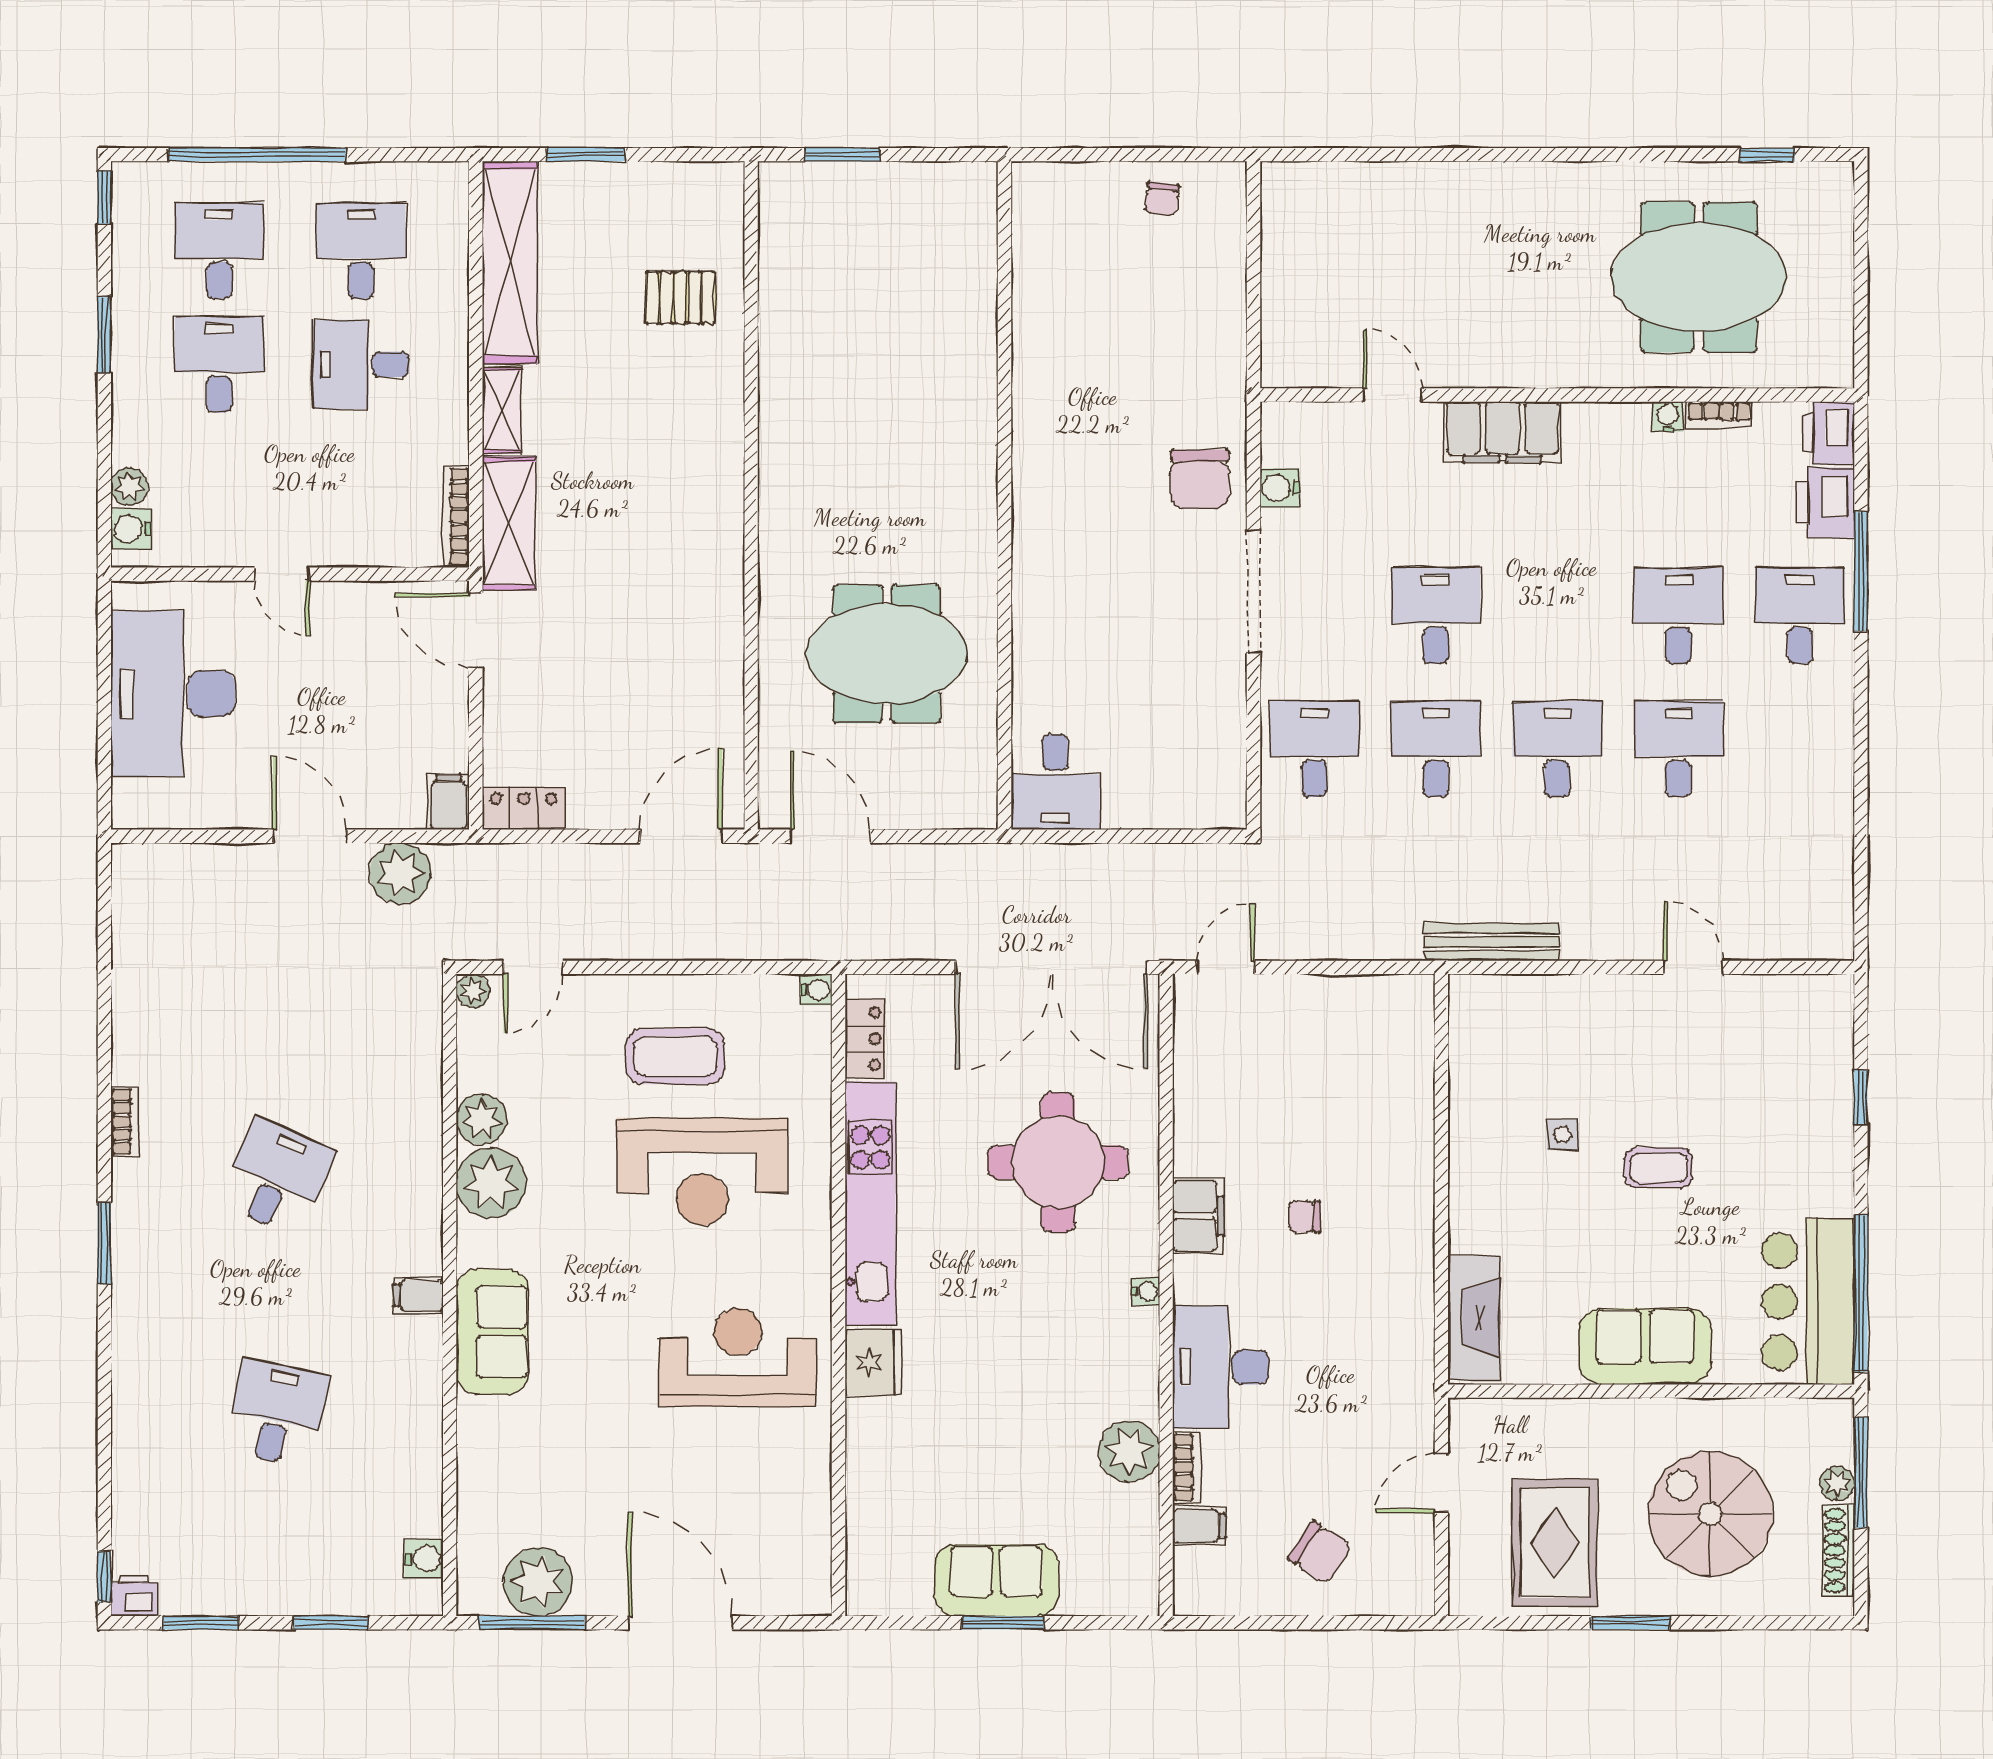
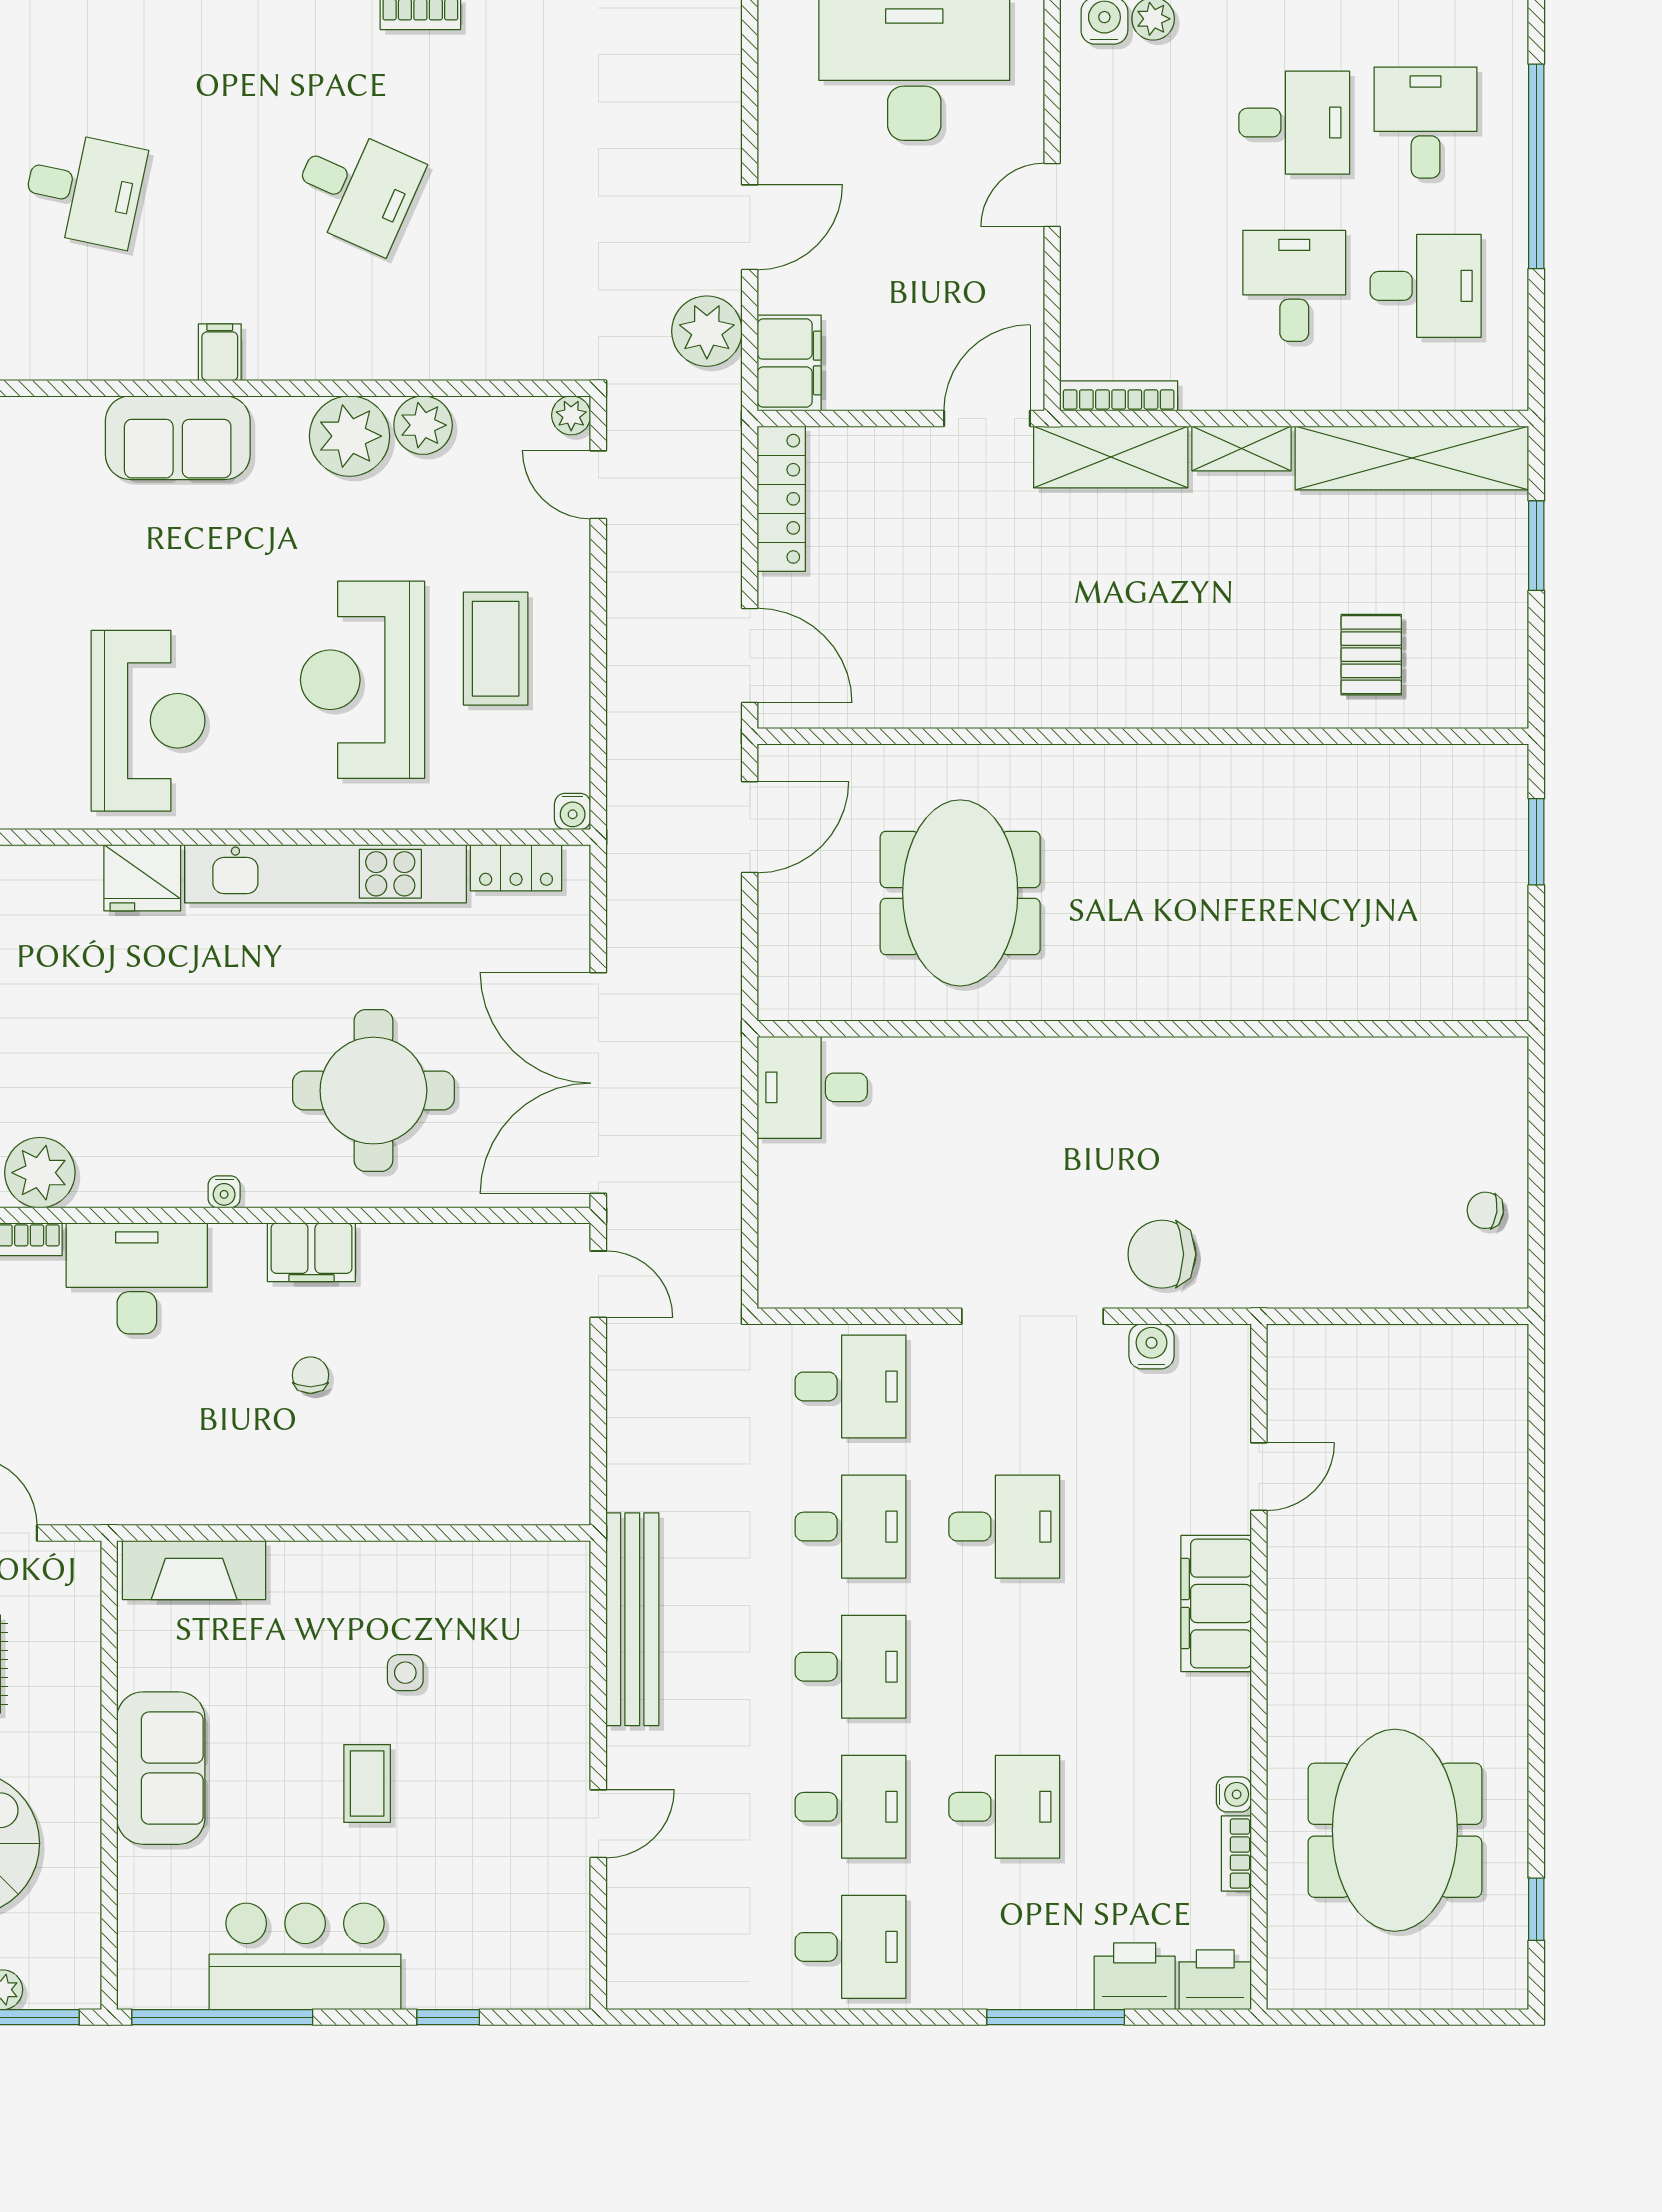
desk: (219, 251) -> (1426, 123), turned -90
desk: (1800, 616) -> (850, 1947), moved
filing cabinet: (448, 802) -> (789, 363), width x2.00
locker: (524, 809) -> (781, 499), width x1.53
bench: (1491, 942) -> (632, 1619), width x1.37, depth x1.21
bar counter: (1808, 1302) -> (305, 1956), moved

